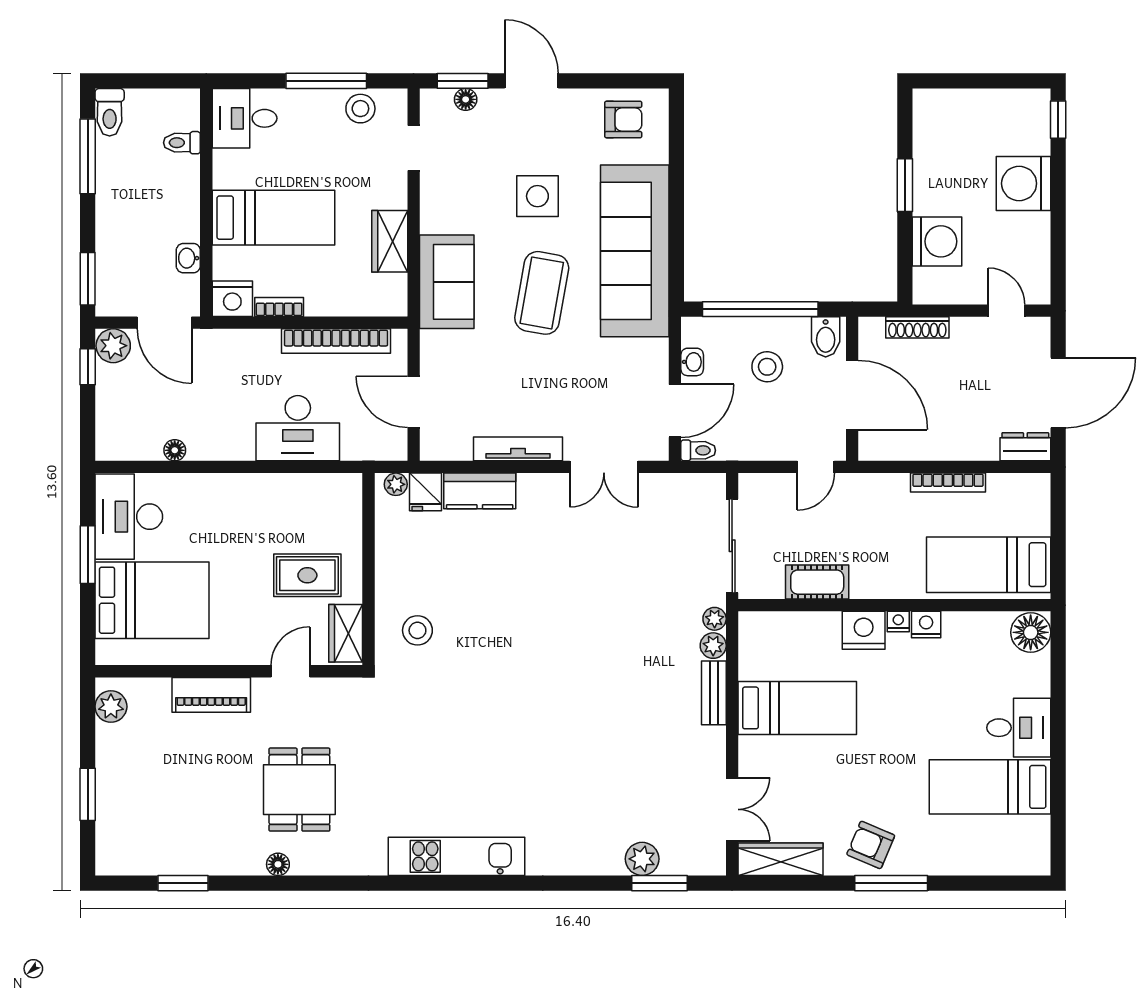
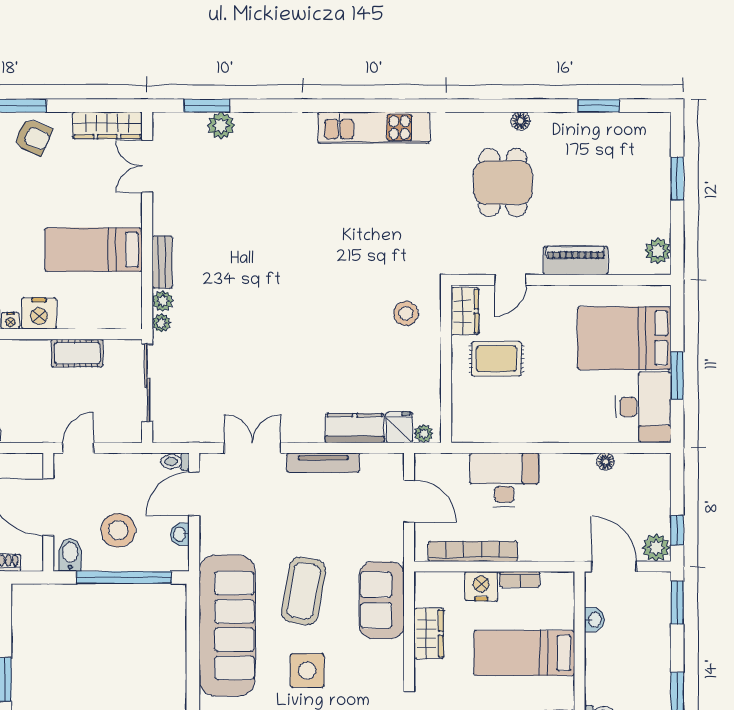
nightstand: (232, 299) -> (481, 586), moved
stool: (767, 367) -> (118, 530), width x1.38, depth x1.38

